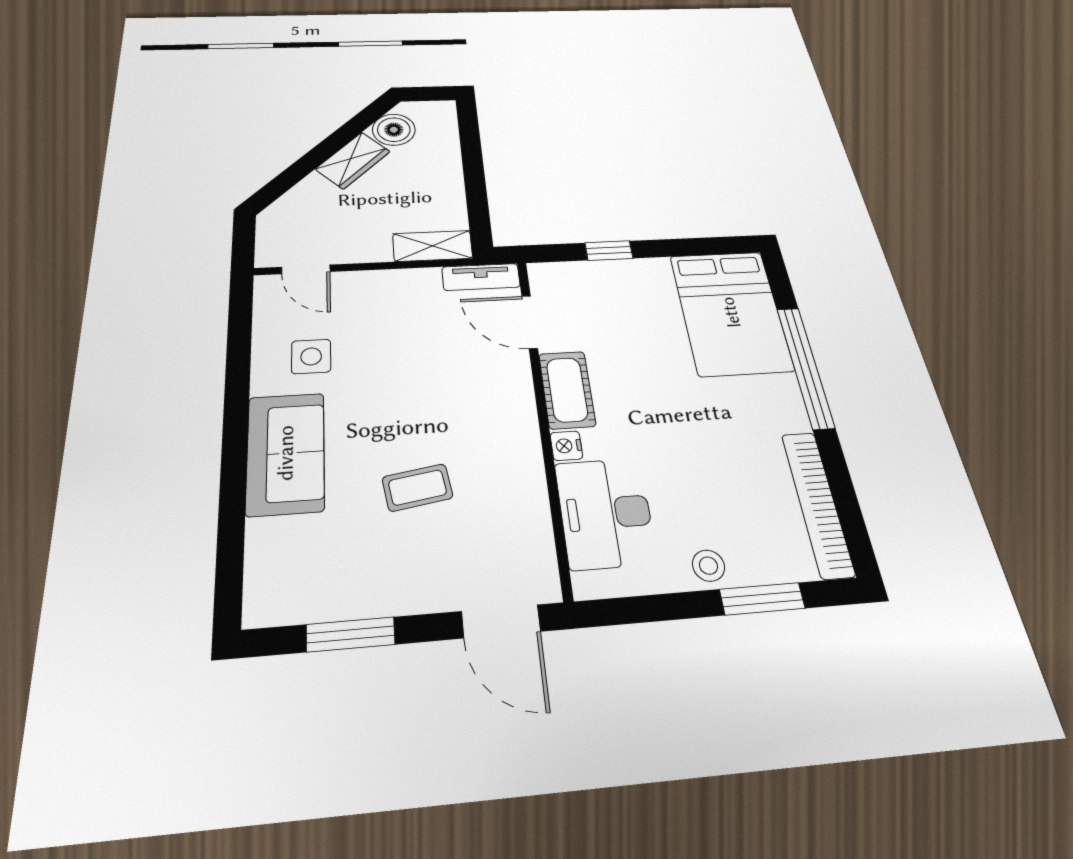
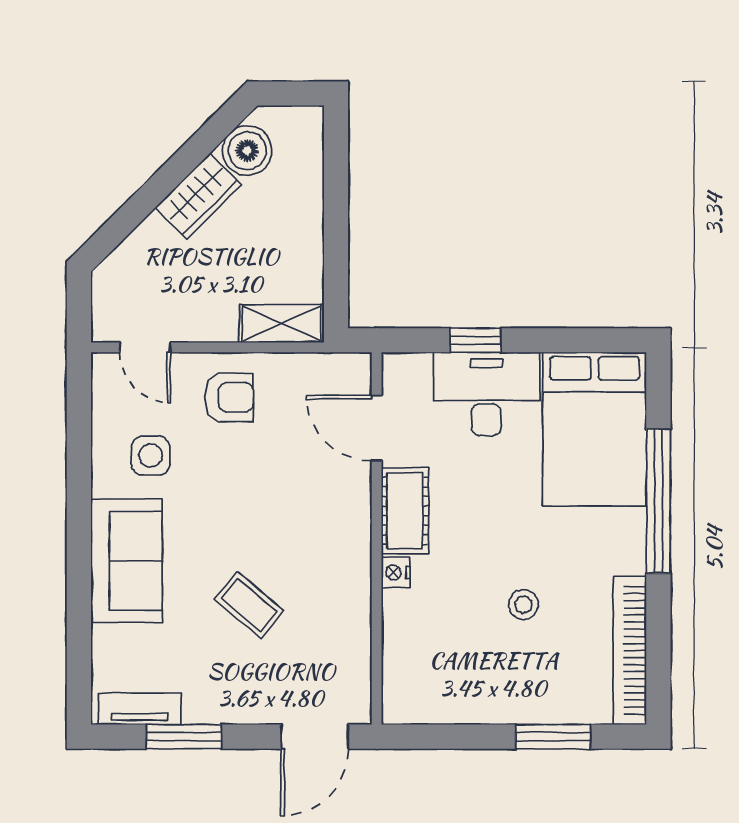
tv unit: (481, 277) -> (140, 709), moved, turned 180
armchair: (387, 305) -> (229, 397), added
coffee table: (418, 488) -> (249, 605), turned 49
desk: (605, 513) -> (486, 394), moved, turned 90
stool: (708, 566) -> (524, 605), moved
door: (501, 621) -> (315, 737), hinge flipped

